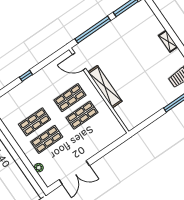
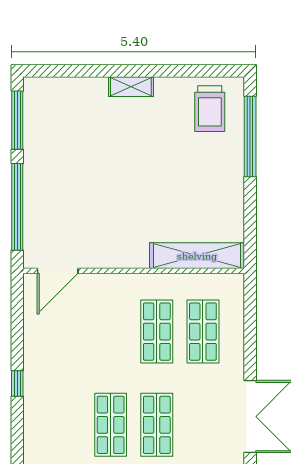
shelving: (105, 87) -> (197, 256), moved
shop shelf: (70, 98) -> (203, 332), moved

